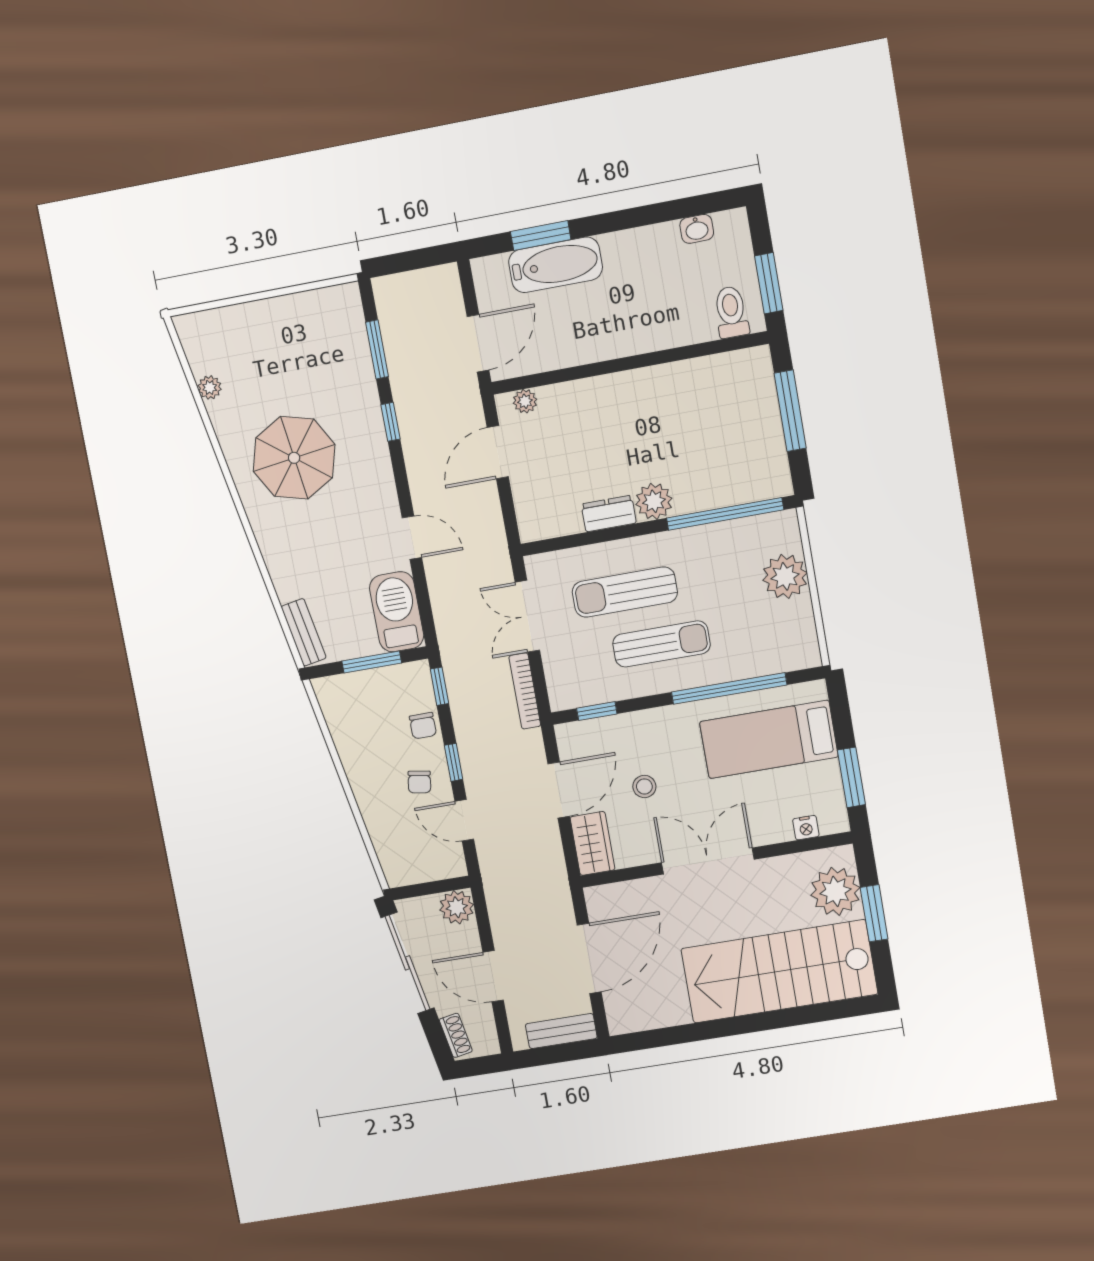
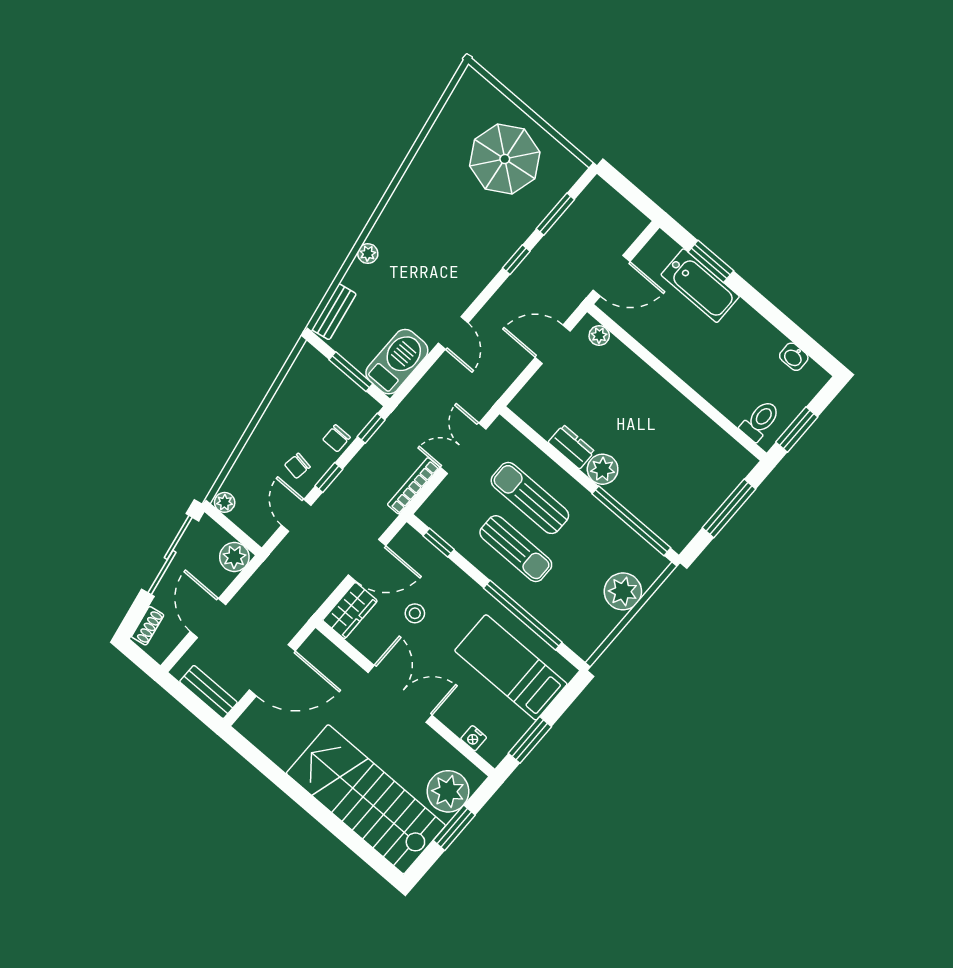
plant: (210, 387) -> (368, 254), moved
parasol: (294, 458) -> (505, 159), moved
plant: (399, 875) -> (225, 502), added

